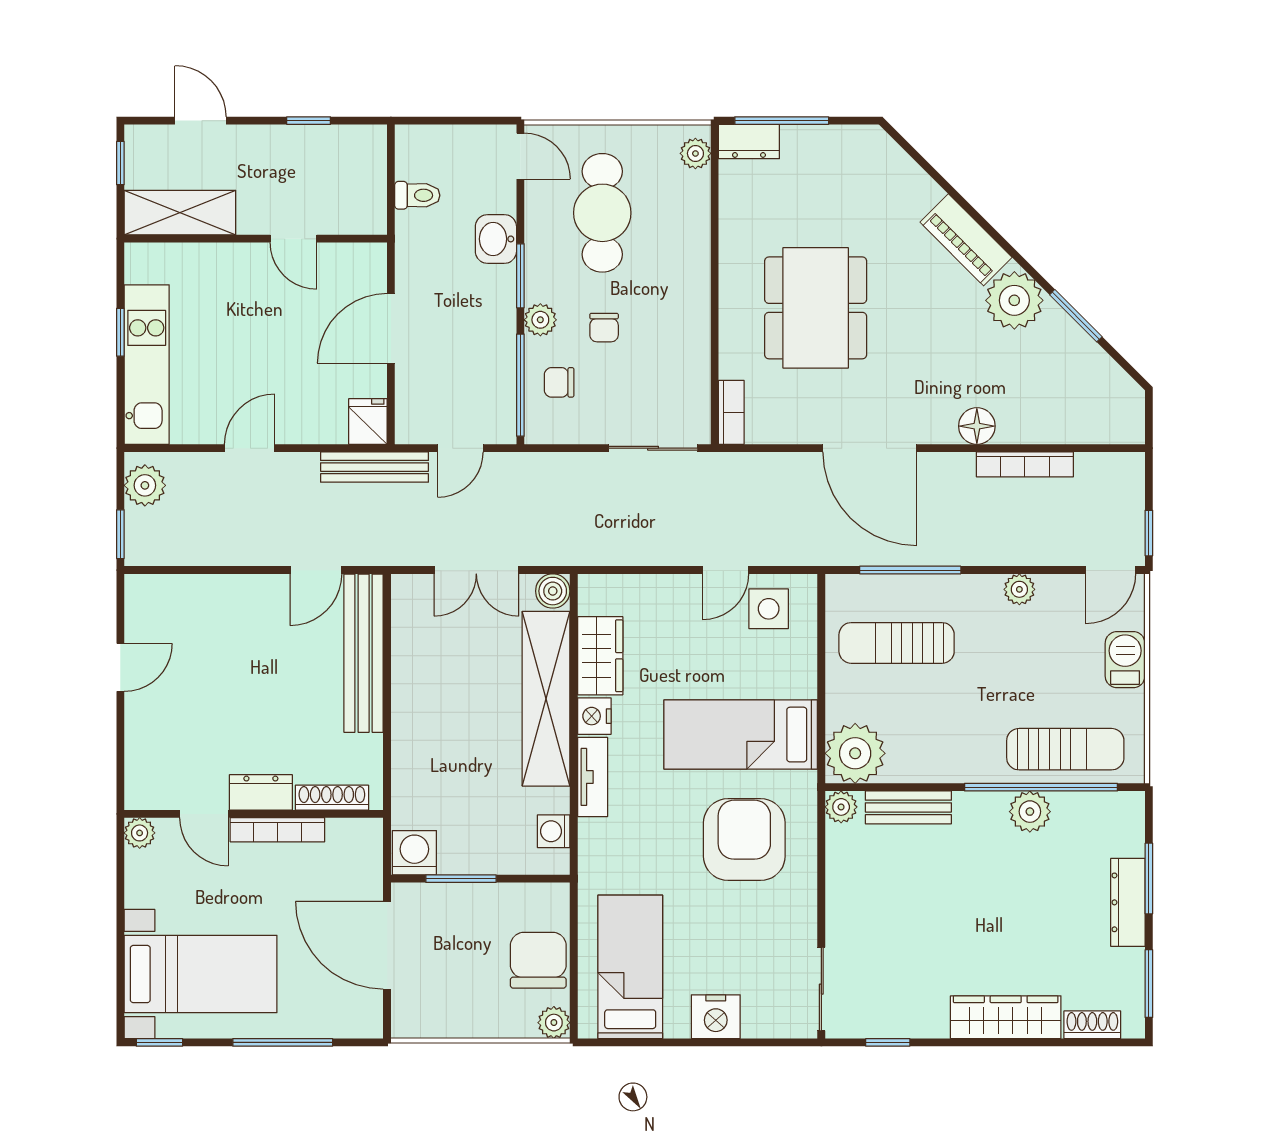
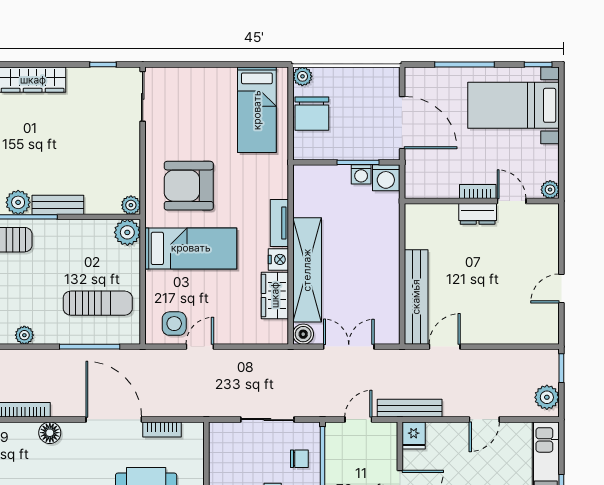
bookcase: (731, 412) -> (162, 429), moved, turned -90
sliding door: (653, 448) -> (267, 420), moved
plant: (855, 753) -> (127, 232), width x0.73, depth x0.73
shoe rack: (332, 798) -> (435, 211), removed
bench: (908, 807) -> (58, 205), moved
bookcase: (277, 830) -> (478, 192), width x0.64
washing machine: (554, 831) -> (361, 174), moved, turned 90
armchair: (744, 840) -> (189, 186), turned 90
nightstand: (716, 1017) -> (206, 80), removed

